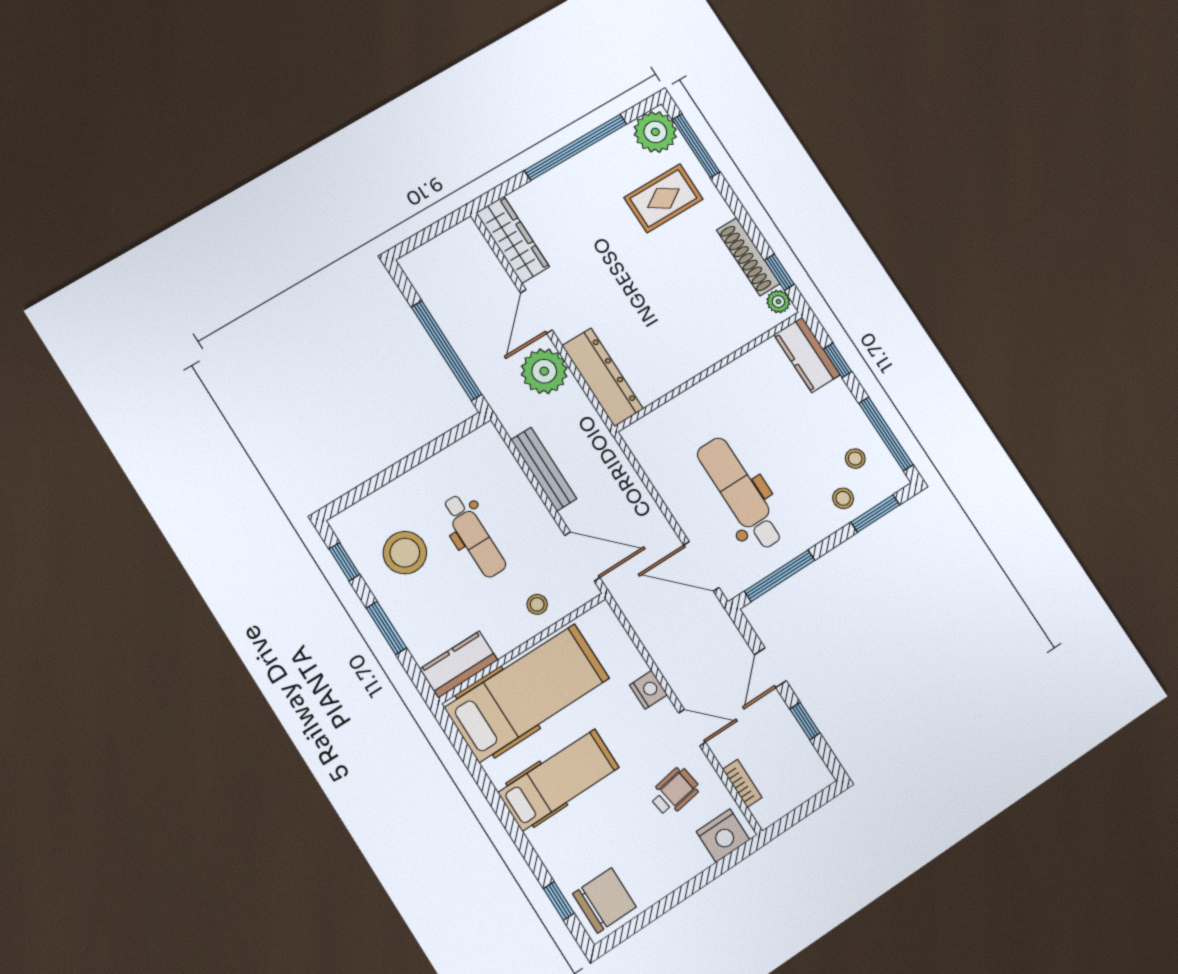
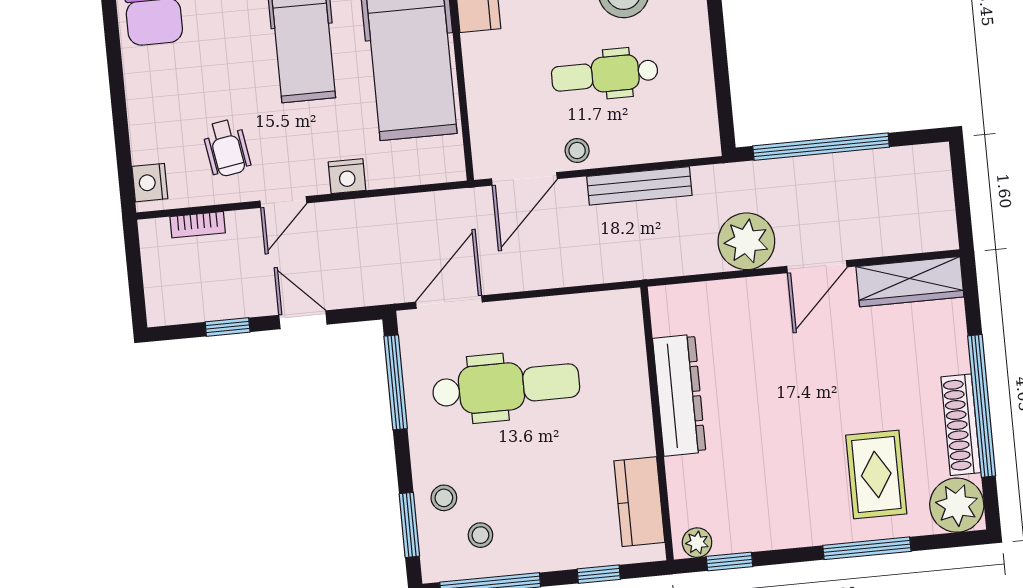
window: (696, 146) -> (867, 548), moved
shoe rack: (748, 257) -> (961, 425), moved, turned -90
door: (536, 311) -> (817, 267), swing flipped
kitchen counter: (807, 355) -> (639, 502), moved, turned -90
dresser: (603, 377) -> (679, 395), moved, turned -90
stool: (537, 604) -> (577, 150), moved
nightstand: (723, 836) -> (150, 183), width x0.74, depth x0.75

